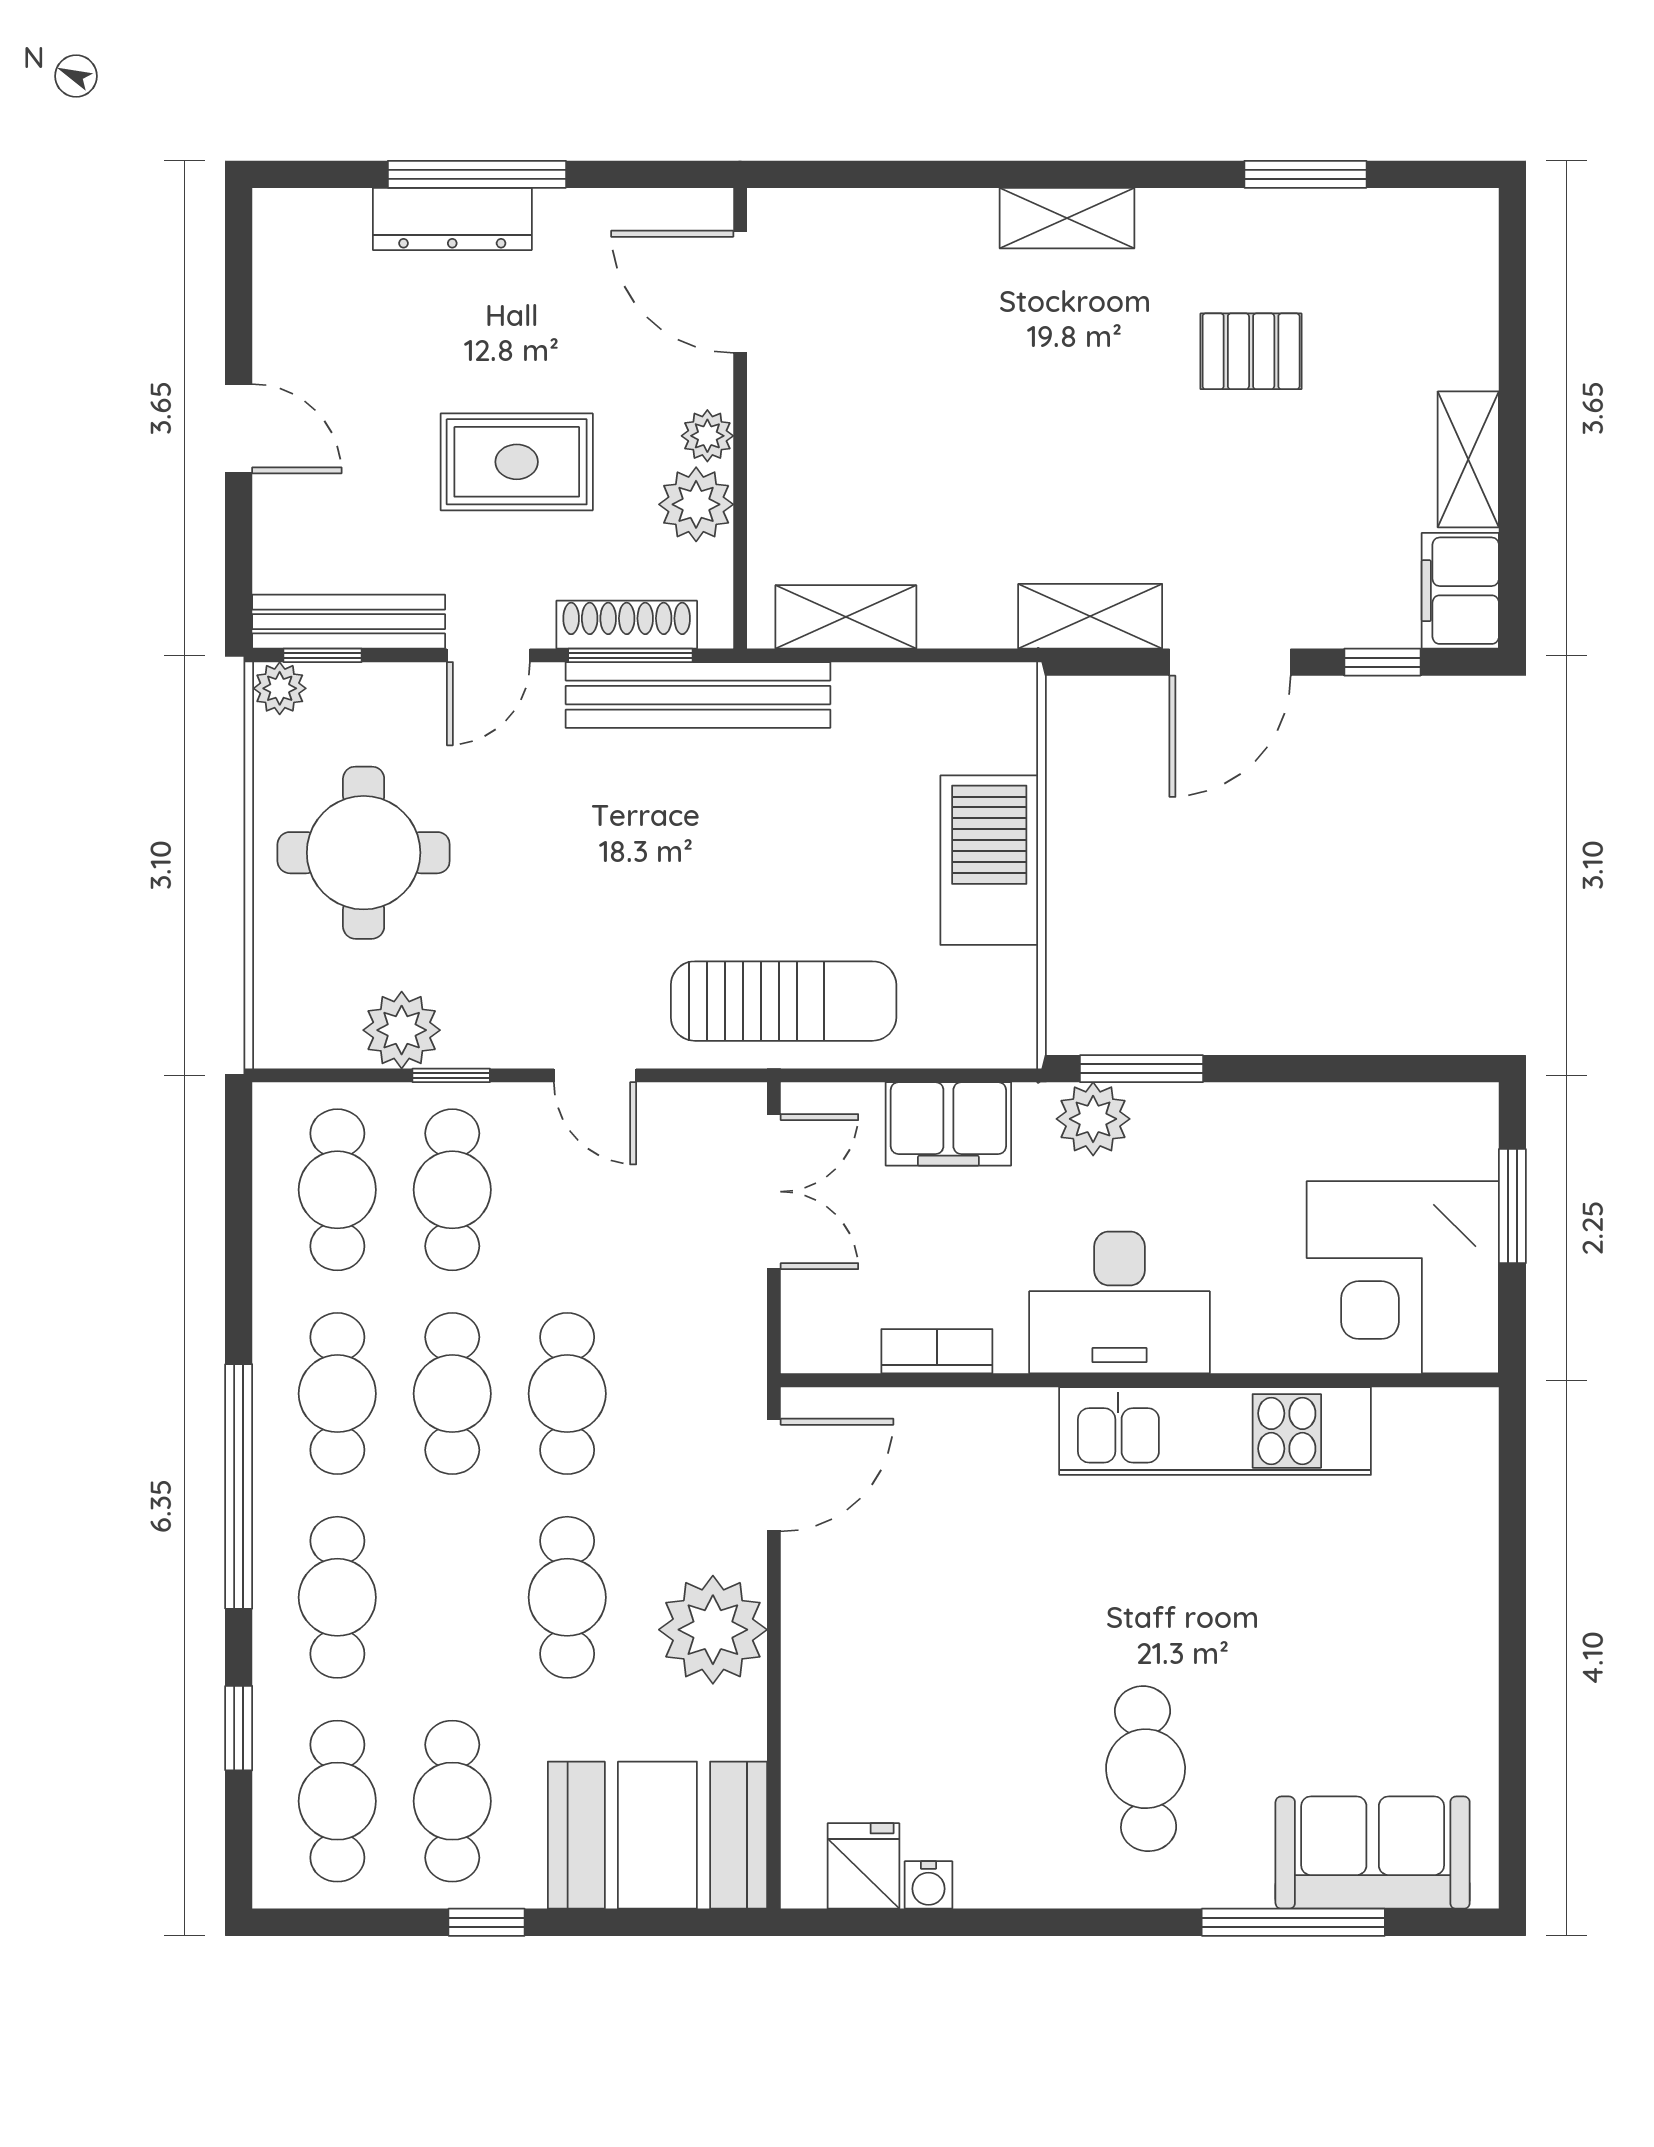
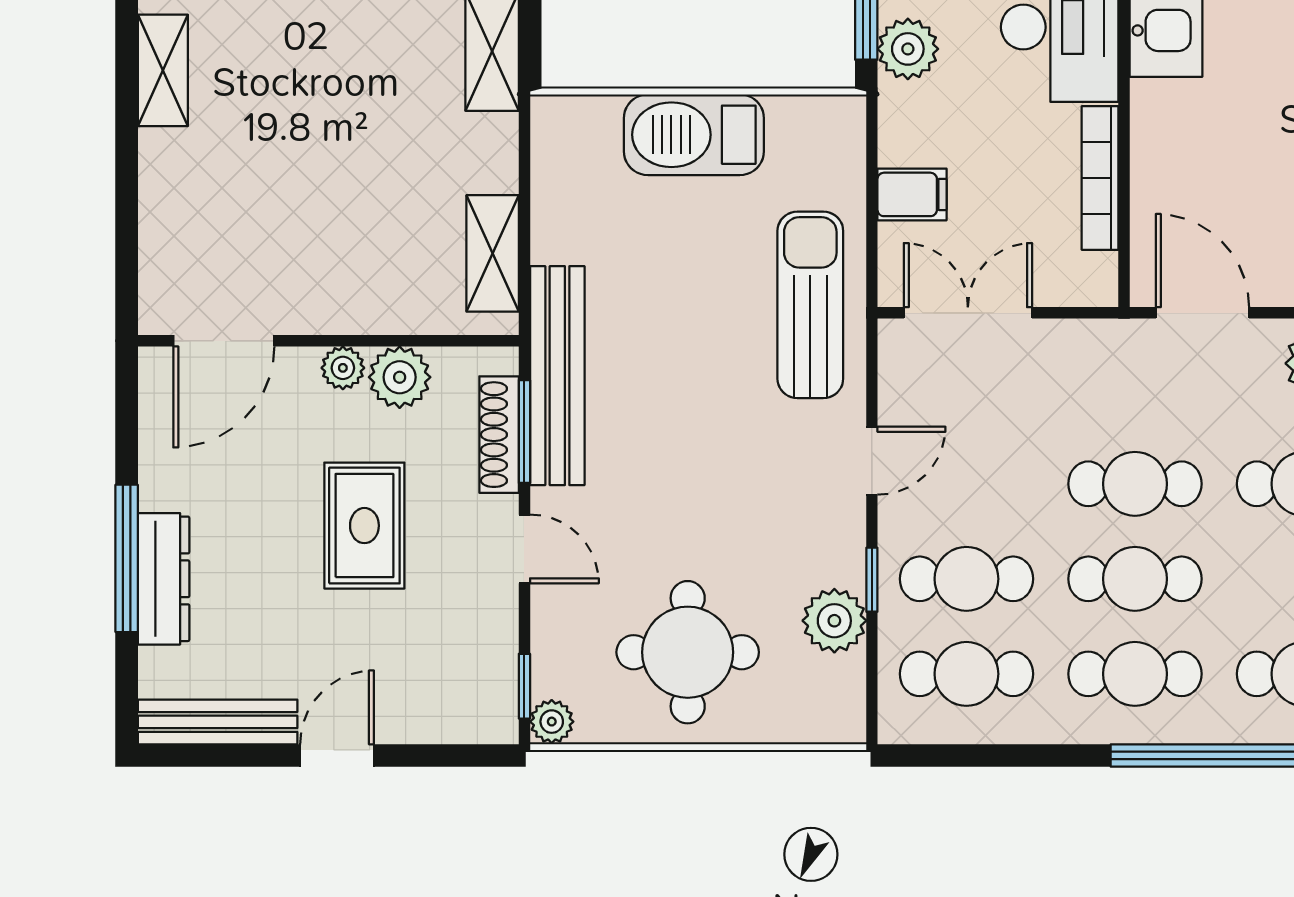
bench: (349, 622) -> (218, 722), moved, turned 90
filing cabinet: (948, 1124) -> (912, 194), width x0.50
bookcase: (937, 1351) -> (1100, 178), width x1.56

